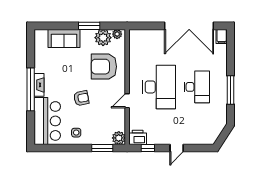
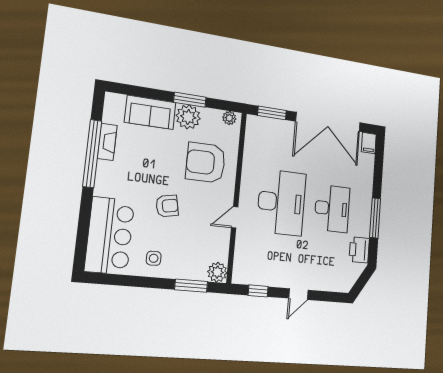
window: (147, 26) -> (272, 113), added
plant: (103, 38) -> (188, 117), moved
fireplace: (39, 85) -> (107, 142), moved
window: (31, 89) -> (92, 154), moved
printer: (138, 137) -> (359, 250), moved, turned -90

